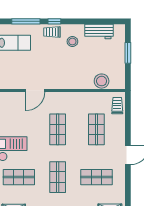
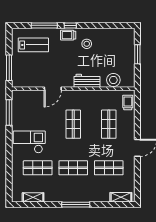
workbench: (99, 31) -> (87, 81), moved, turned 180
shop shelf: (58, 177) -> (73, 168), turned 90

